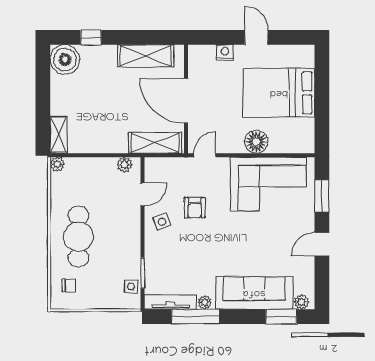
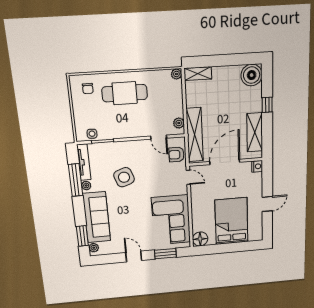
window: (91, 37) -> (267, 105), moved
nightstand: (225, 53) -> (257, 166), moved
floor lamp: (256, 142) -> (200, 239), moved
shelving: (155, 143) -> (195, 135), width x1.47
armchair: (195, 208) -> (176, 155), moved
side table: (162, 222) -> (124, 177), moved, width x1.87, depth x1.87

